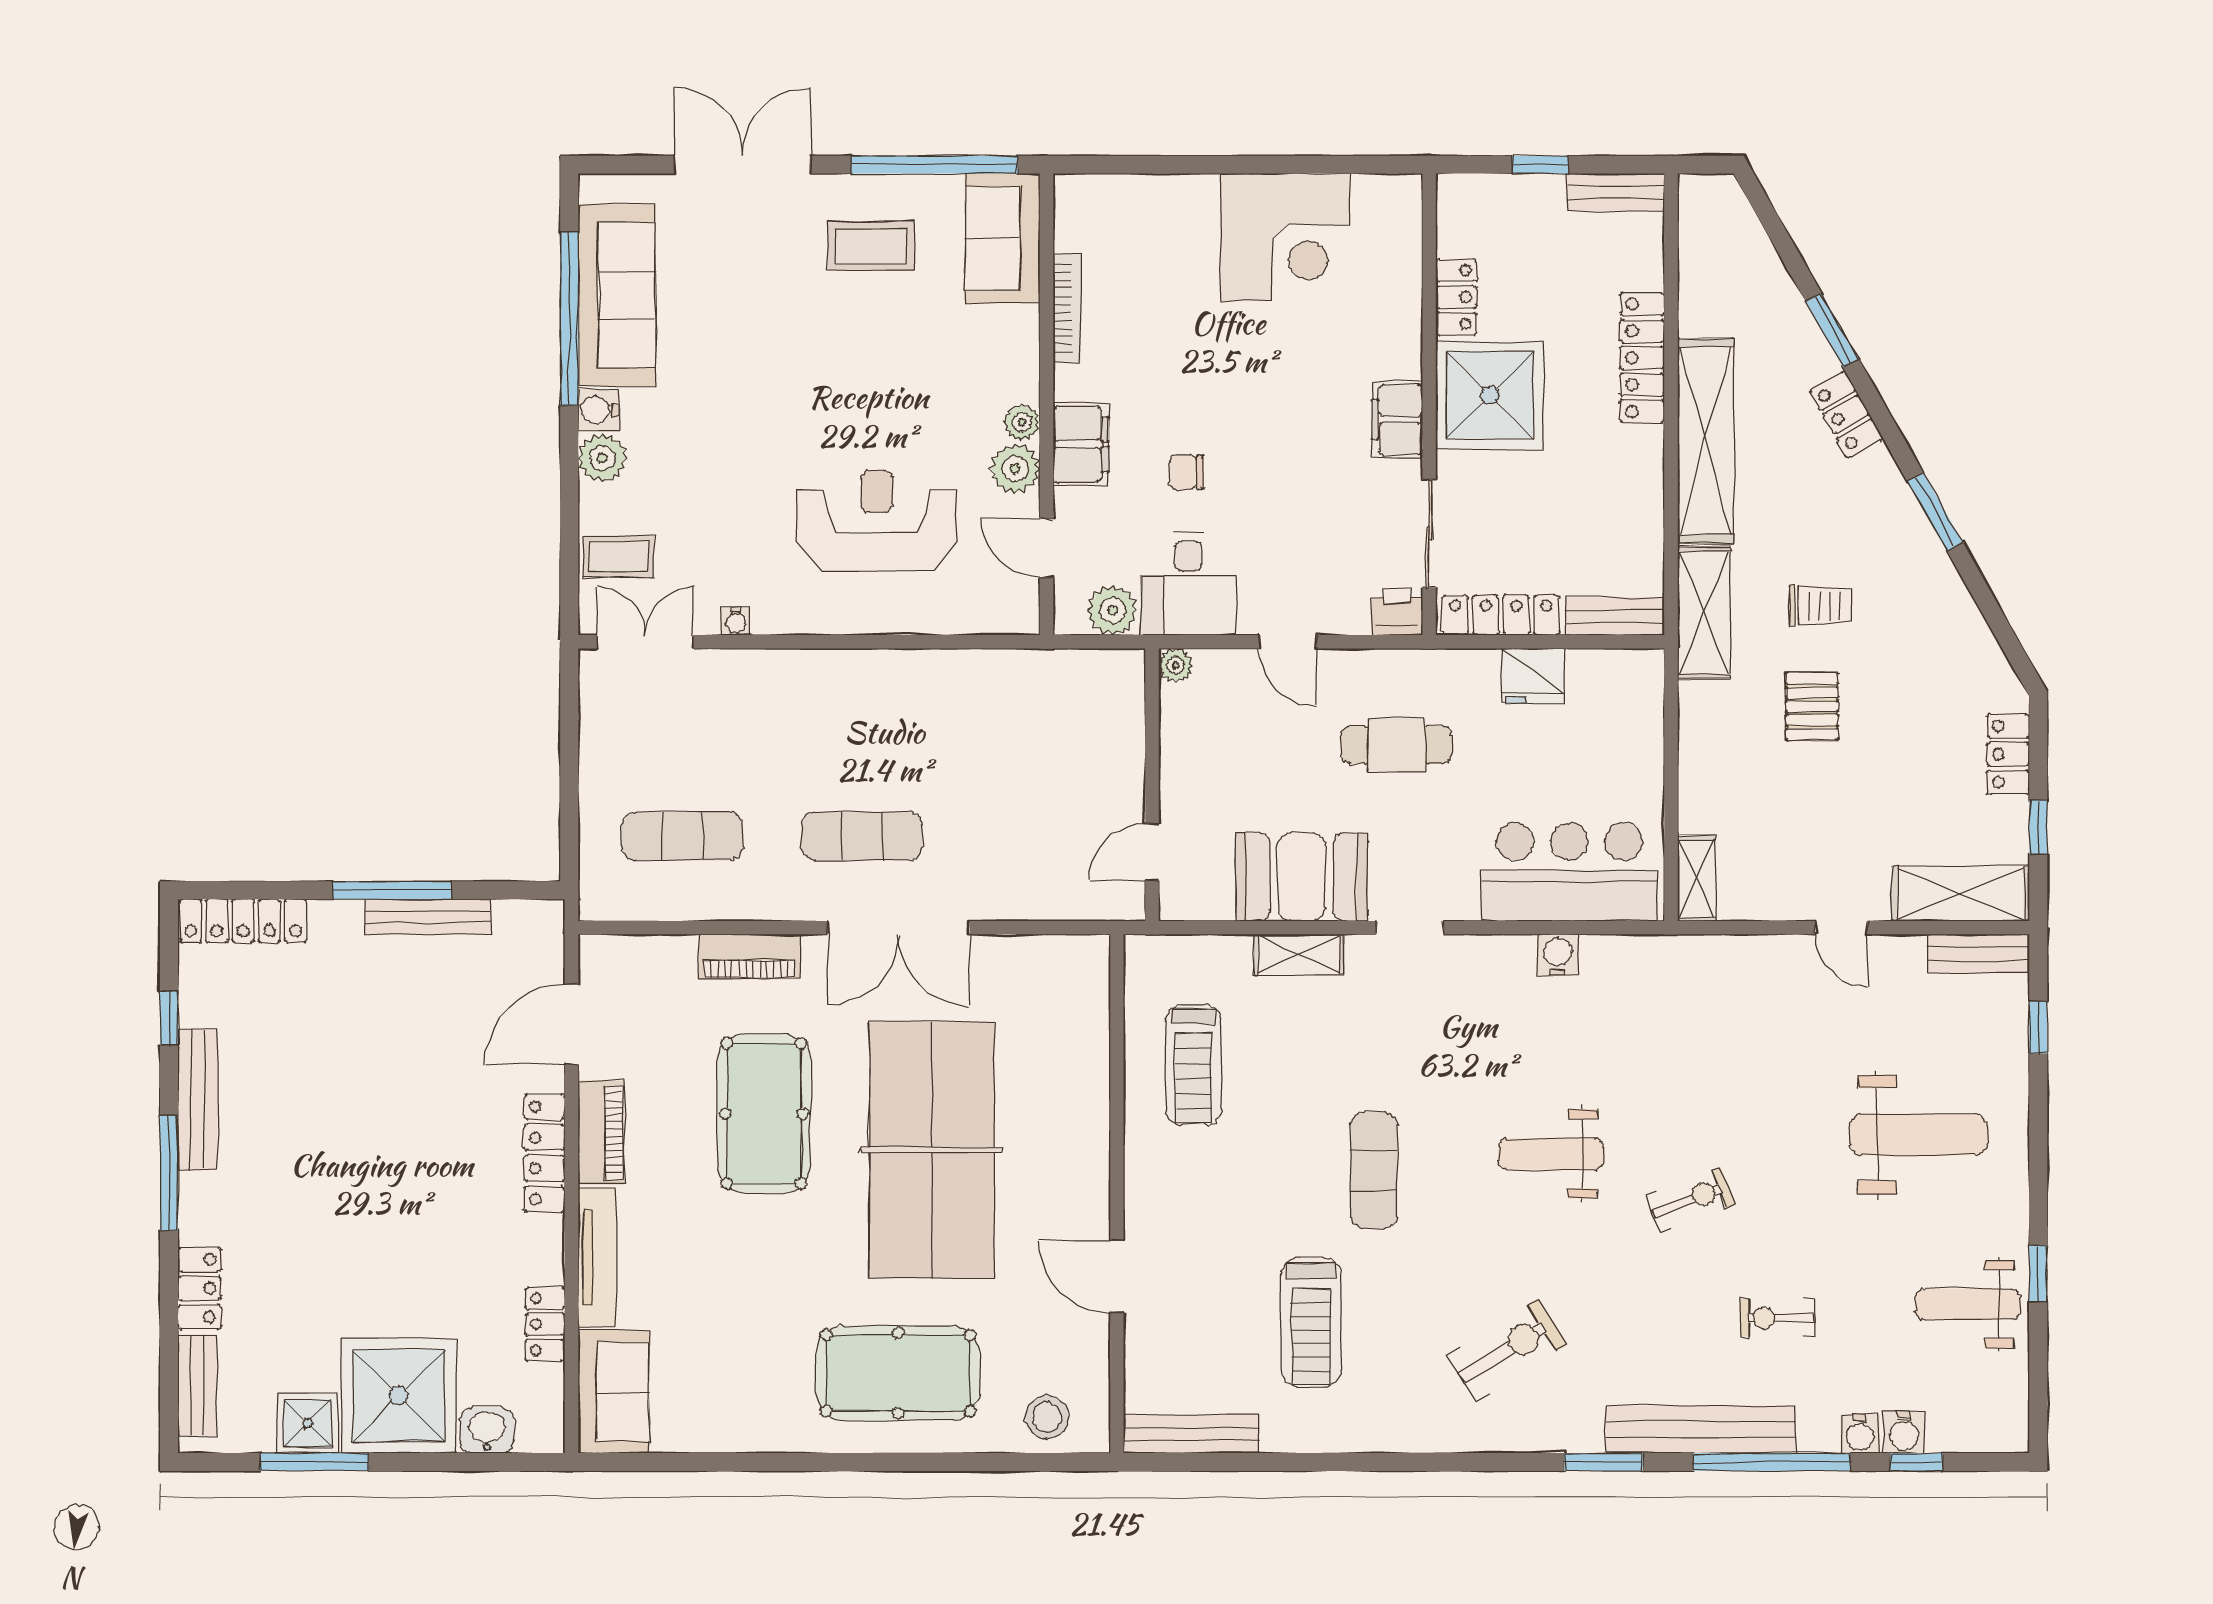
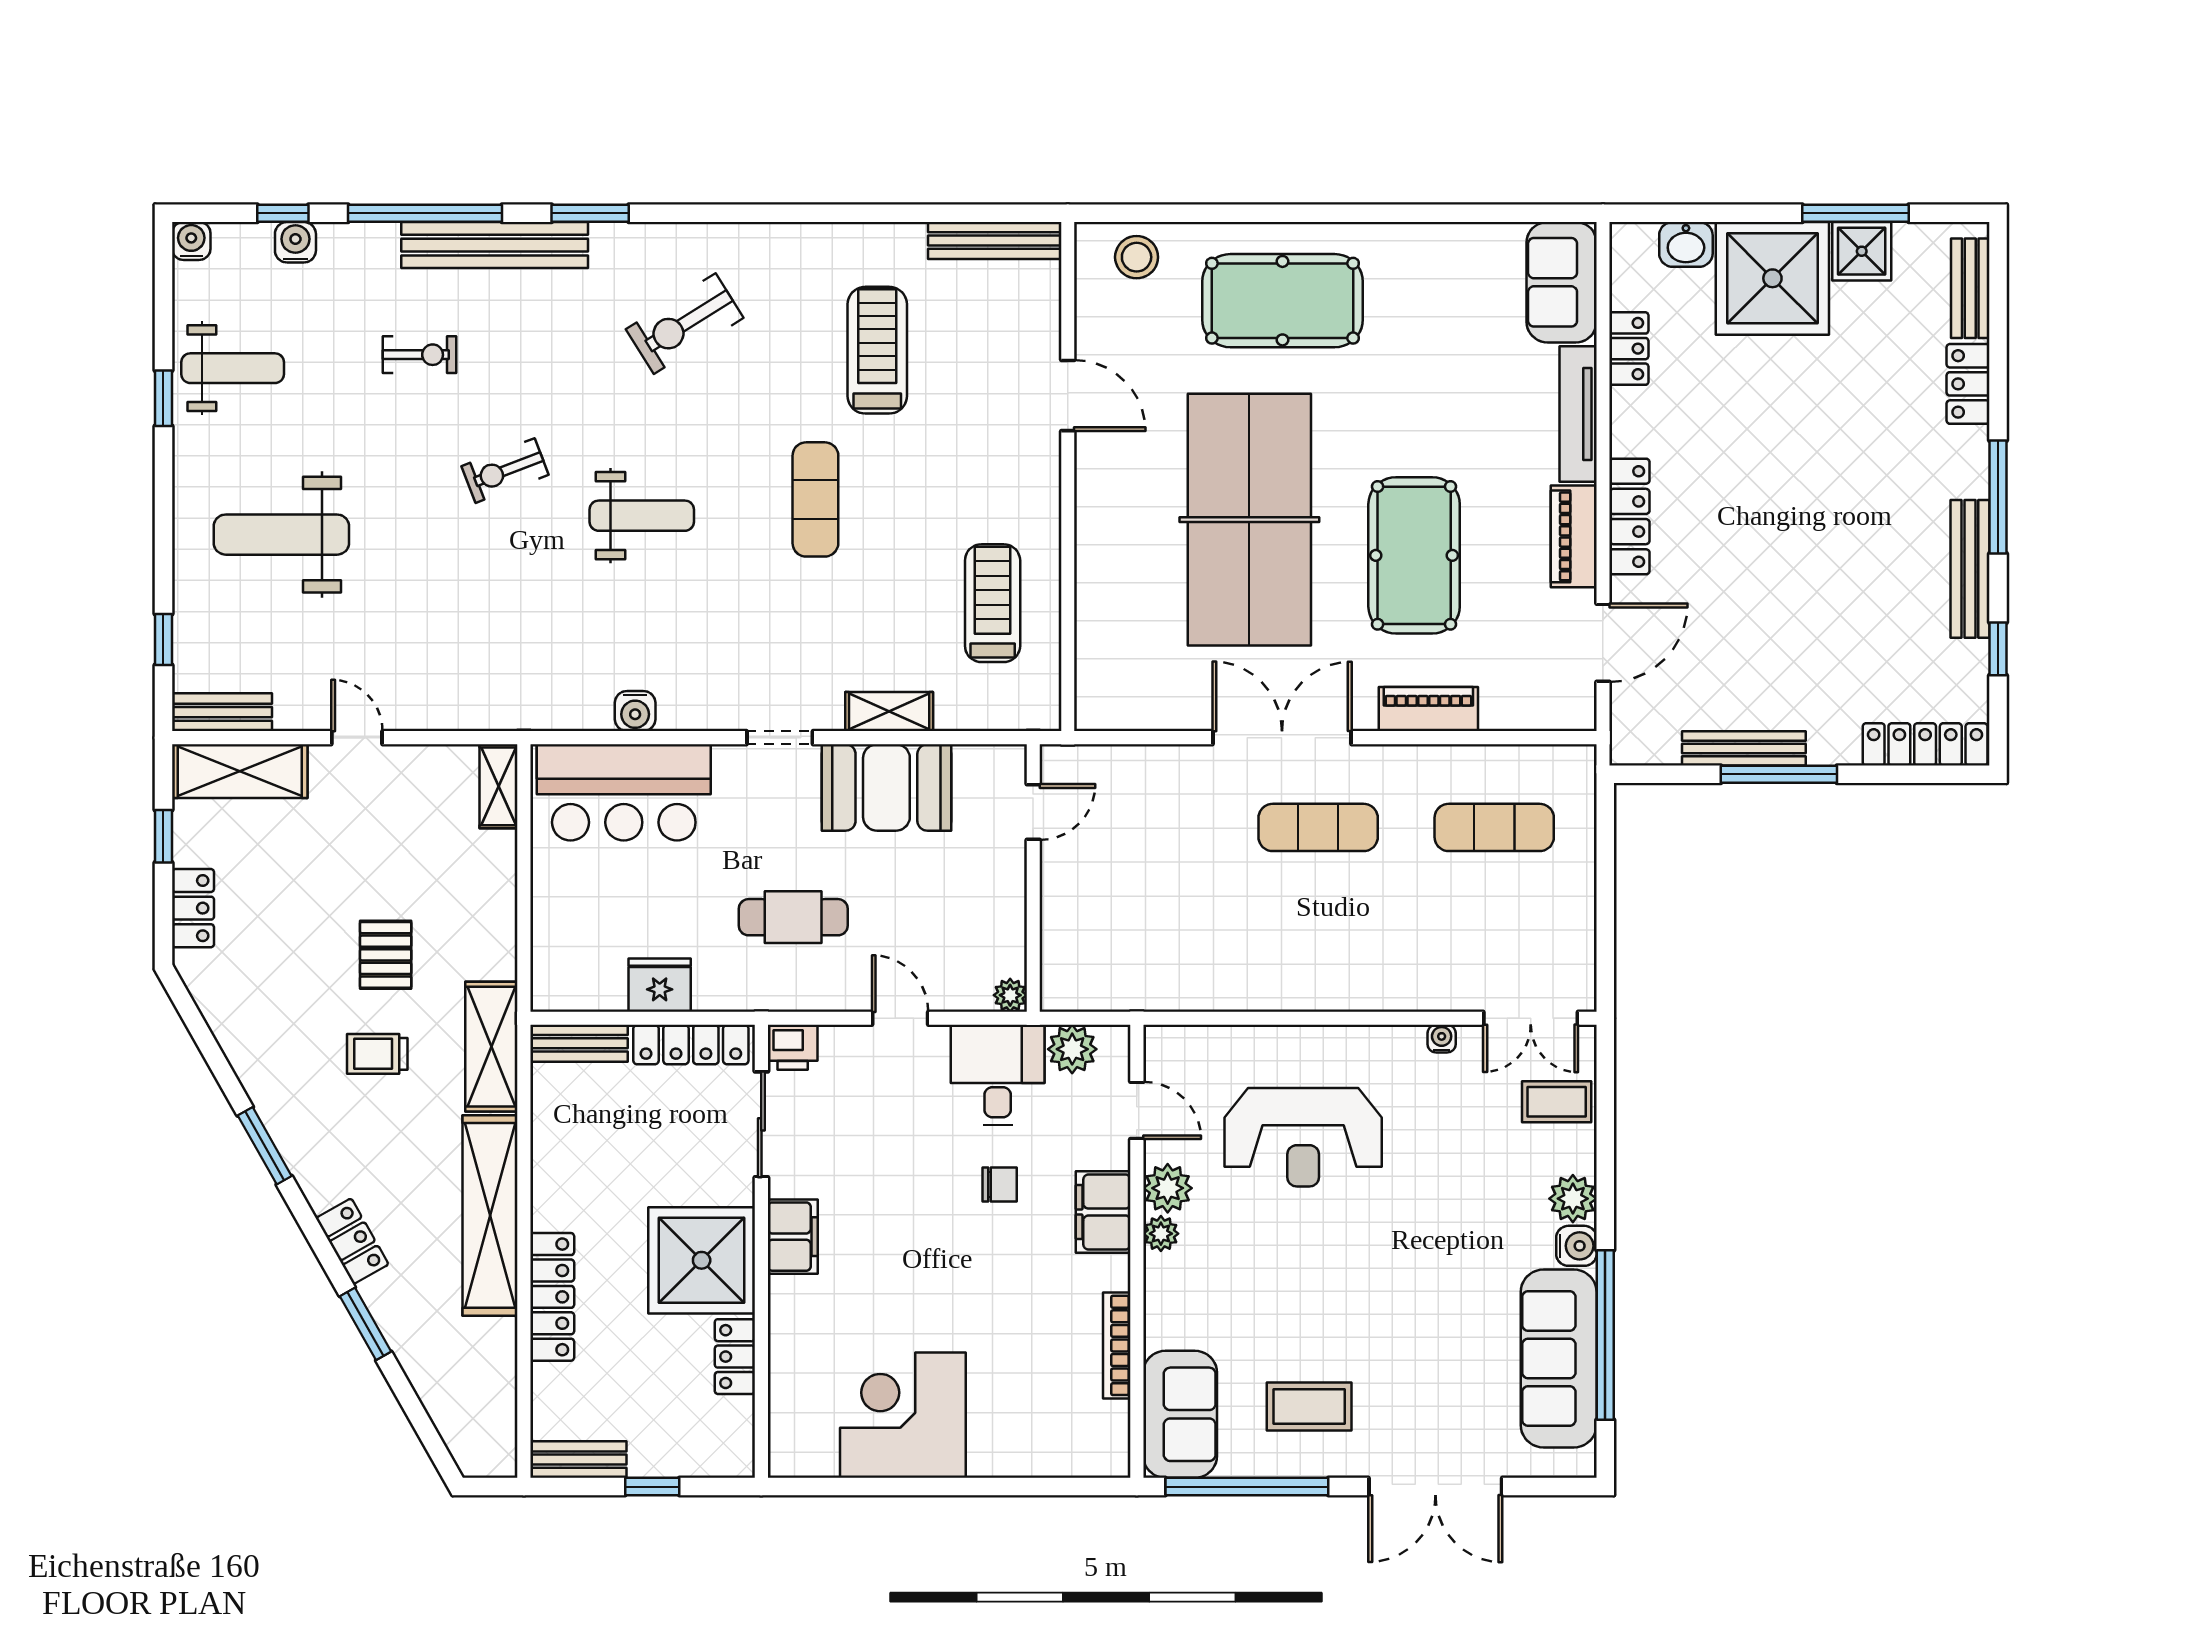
water cooler: (1860, 1434) -> (191, 241), moved

